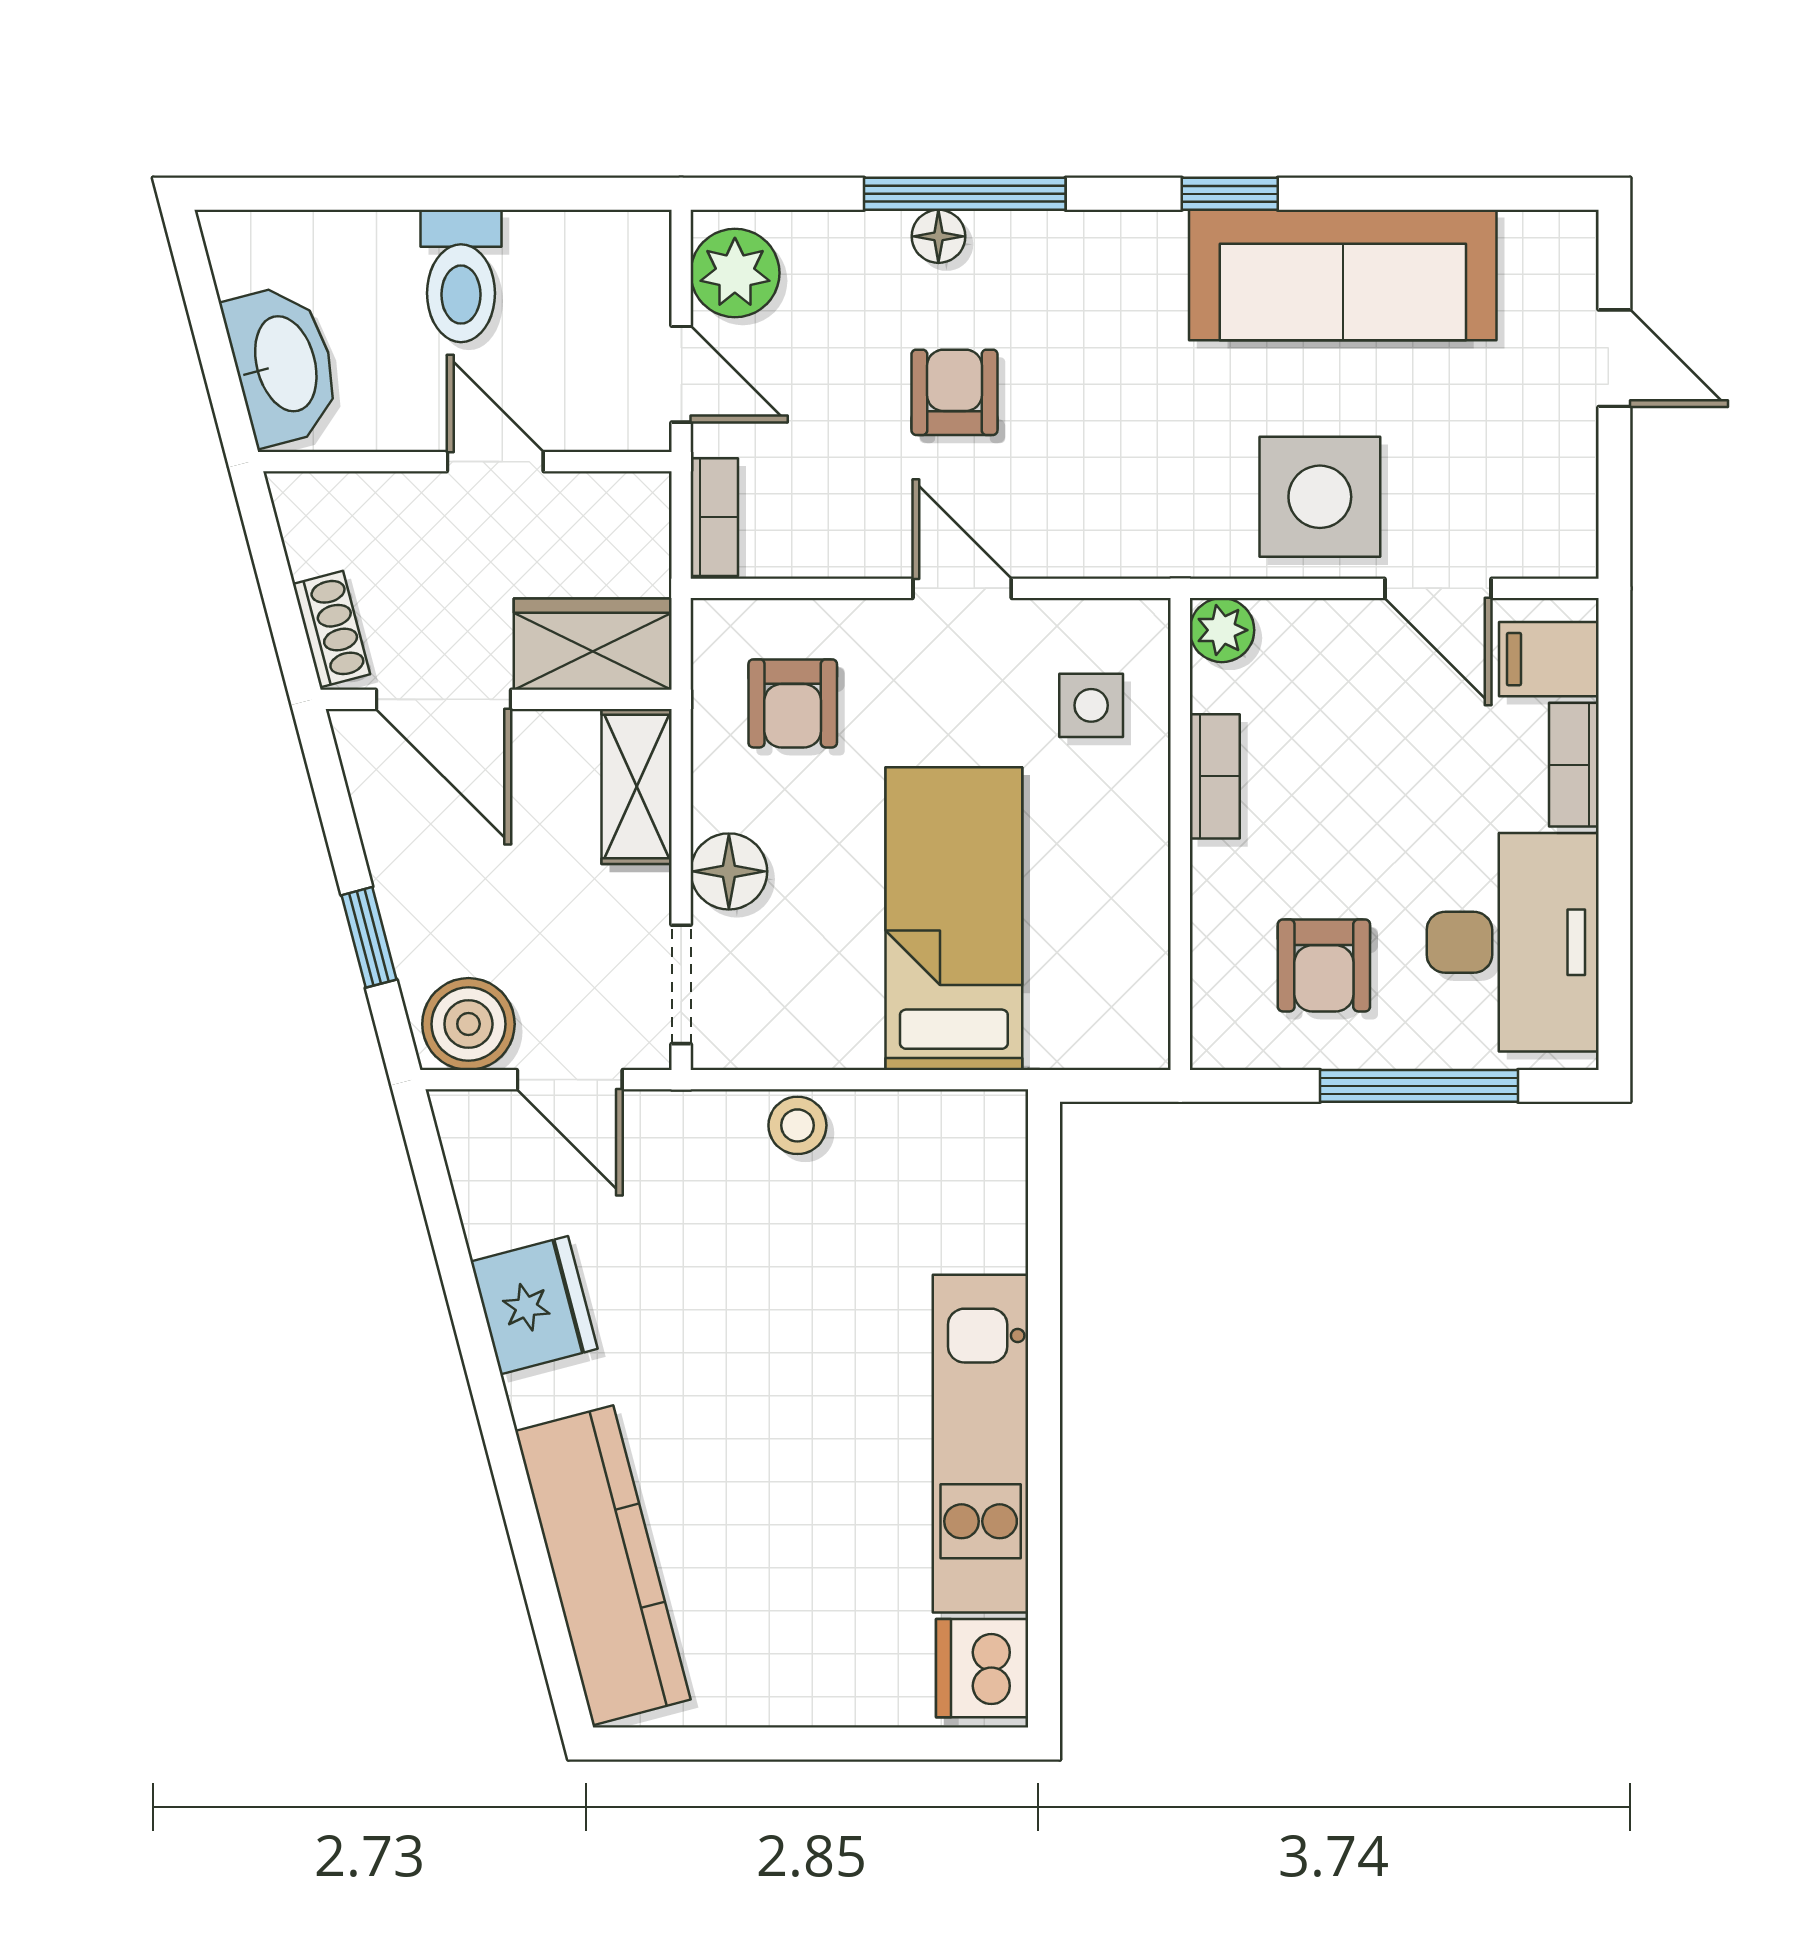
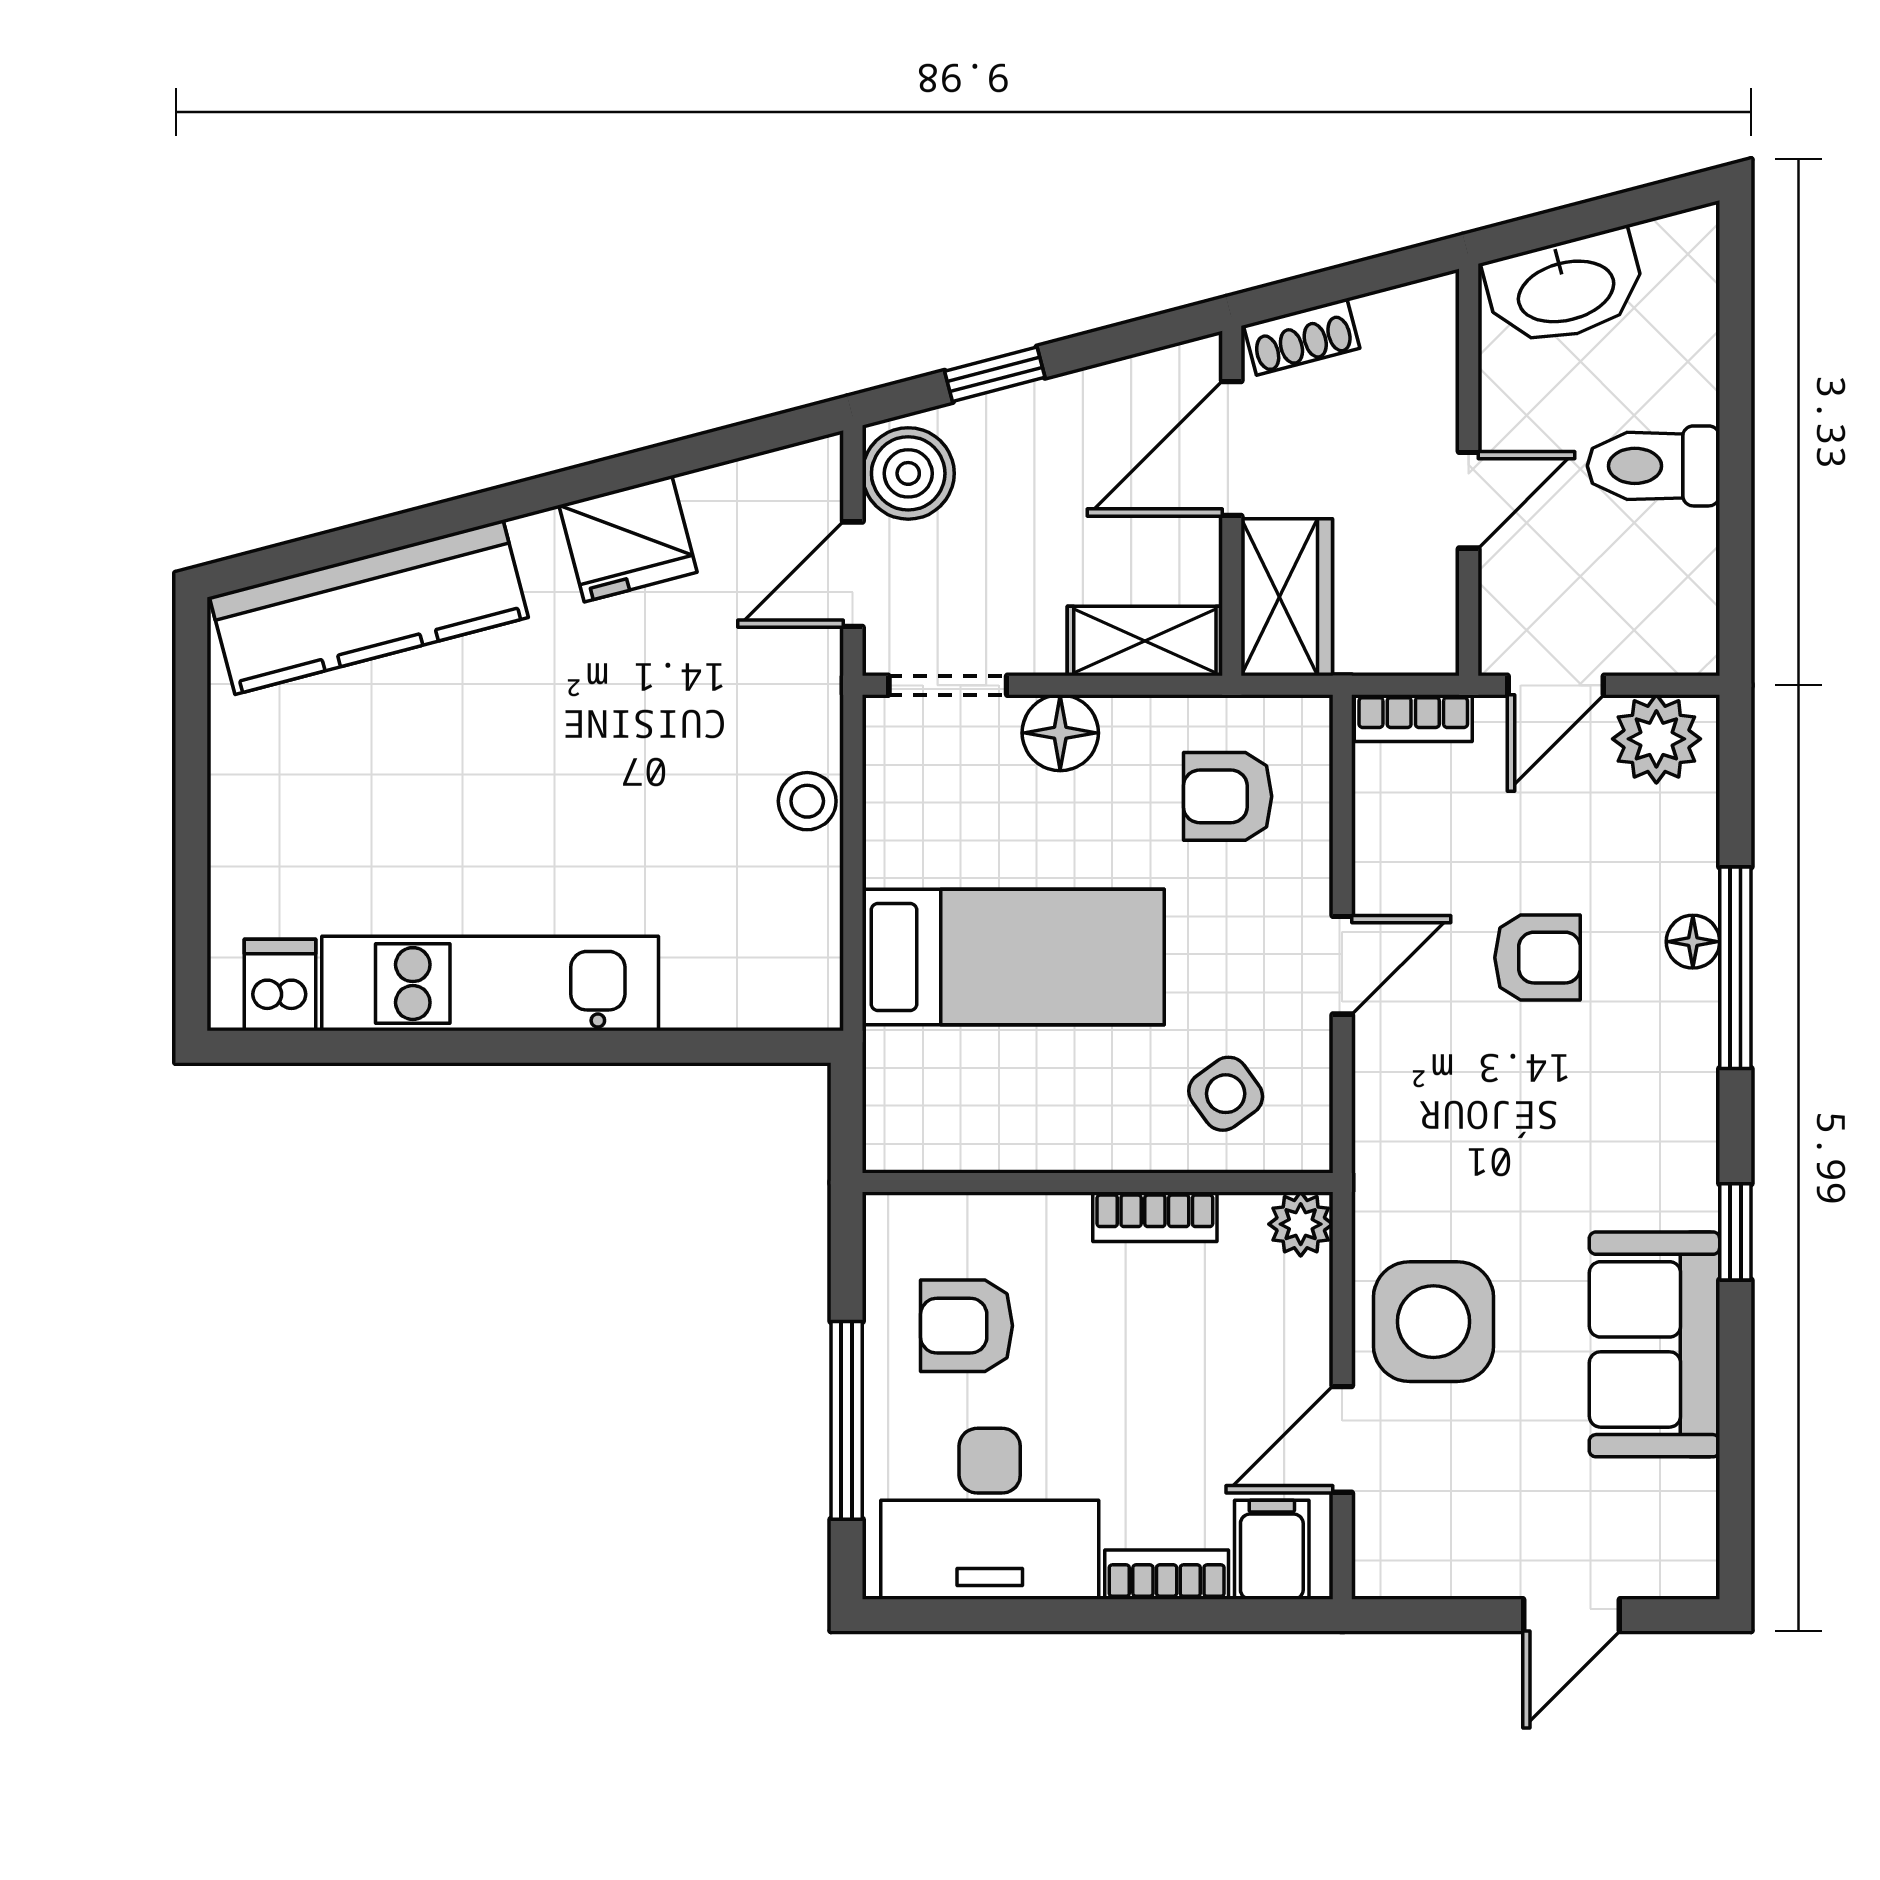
sofa: (1343, 275) -> (1654, 1344), width x0.73
side table: (1091, 705) -> (1226, 1094), turned -36
dishwasher: (982, 1668) -> (280, 985), width x0.73

